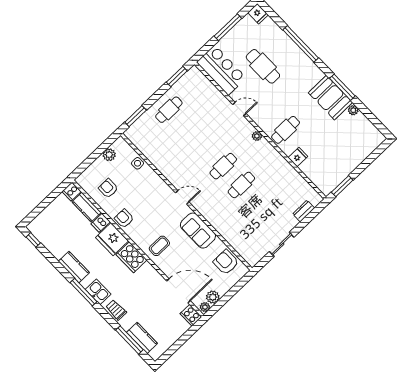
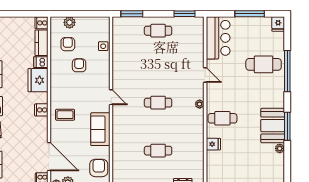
cafe table: (263, 66) -> (264, 64), moved, turned 90
plant: (109, 155) -> (70, 22), moved
cafe table: (241, 185) -> (158, 151), moved
armchair: (124, 218) -> (79, 65), moved
cooker: (131, 257) -> (41, 110), width x0.53, depth x0.76

